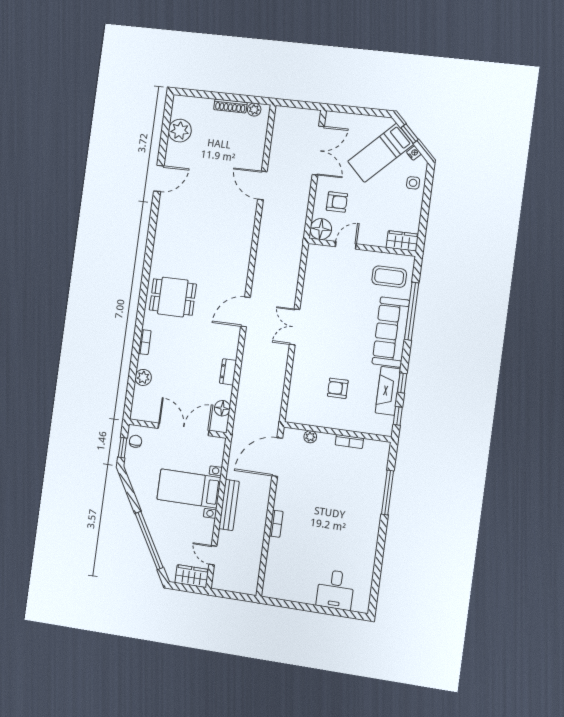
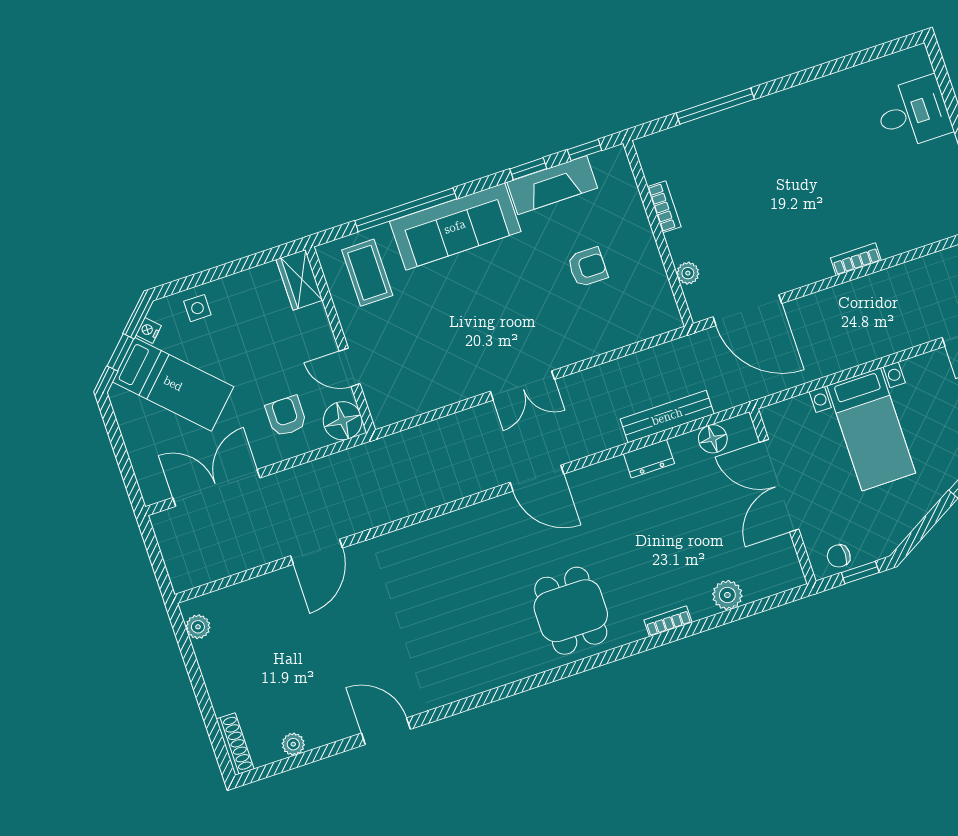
shoe rack: (230, 106) -> (235, 744), moved
plant: (180, 131) -> (293, 744), width x0.53, depth x0.53
armchair: (338, 388) -> (588, 267), turned -90
bench: (229, 505) -> (667, 417), moved

